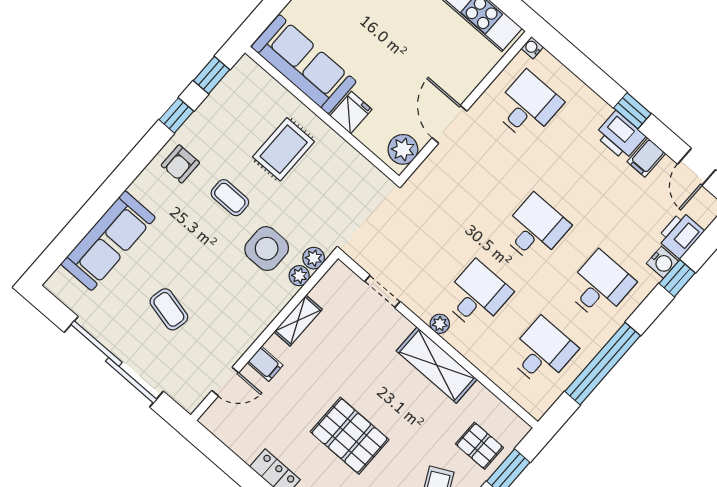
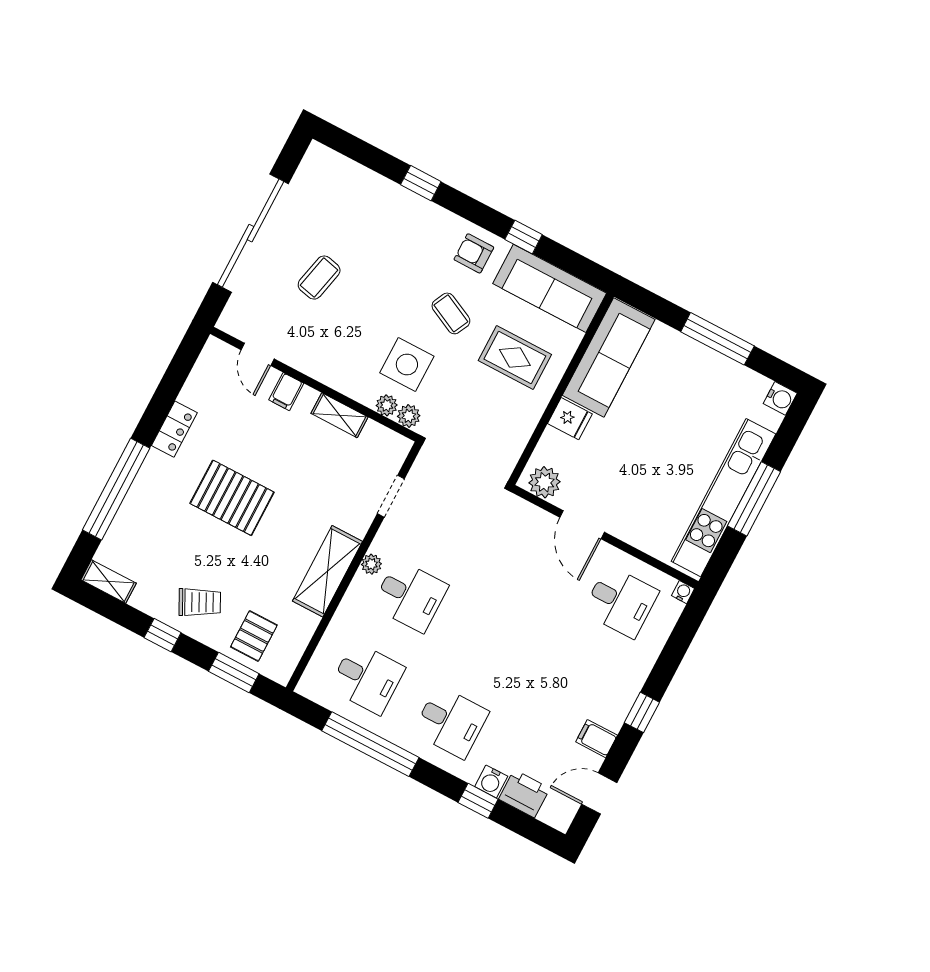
window: (212, 75) -> (421, 183), moved
door: (450, 124) -> (582, 525), swing flipped
printer: (620, 136) -> (613, 706), removed
coffee table: (230, 198) -> (451, 313), turned -64
desk: (535, 229) -> (494, 640), removed
sofa: (108, 241) -> (550, 288), moved
pallet: (350, 436) -> (232, 498), turned 90

